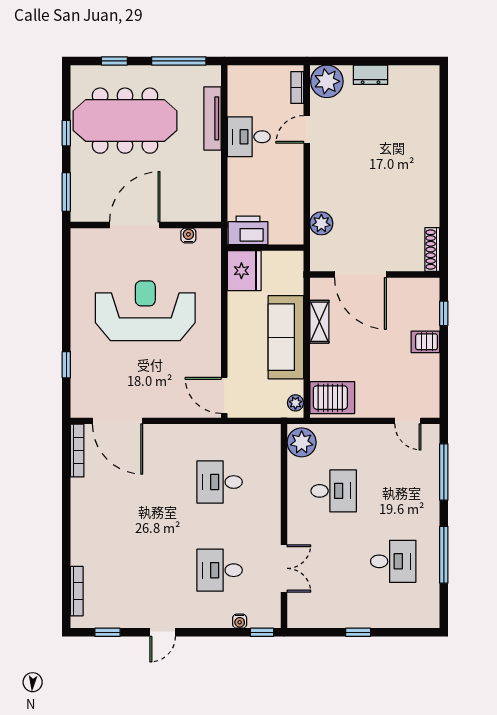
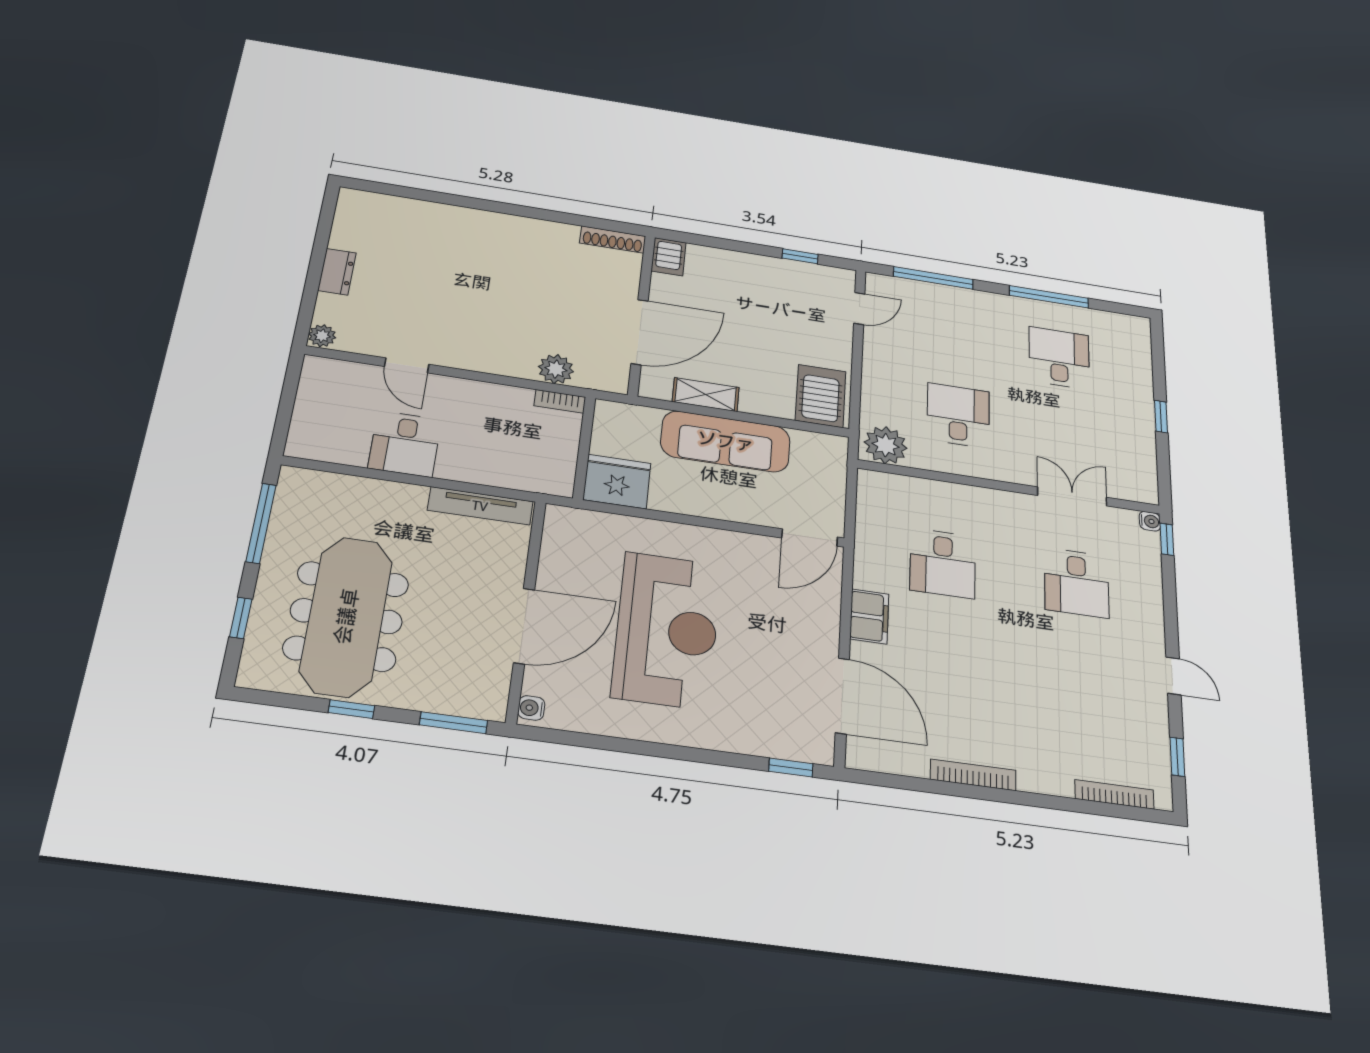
plant: (327, 81) -> (322, 336), width x0.53, depth x0.53
bookcase: (297, 87) -> (560, 401), moved
tv unit: (213, 118) -> (480, 506), moved
door: (135, 225) -> (524, 626), swing flipped
printer: (248, 230) -> (554, 467), removed
water cooler: (188, 235) -> (531, 708), moved
reception desk: (145, 311) -> (667, 630), turned 180
window: (444, 313) -> (800, 256), moved
server rack: (425, 342) -> (668, 257), moved
window: (66, 365) -> (791, 767), moved
plant: (295, 403) -> (826, 444), removed
door: (118, 421) -> (842, 696), hinge flipped
filing cabinet: (174, 436) -> (869, 617), added
bookcase: (77, 451) -> (973, 775), moved
water cooler: (240, 621) -> (1150, 521), moved

